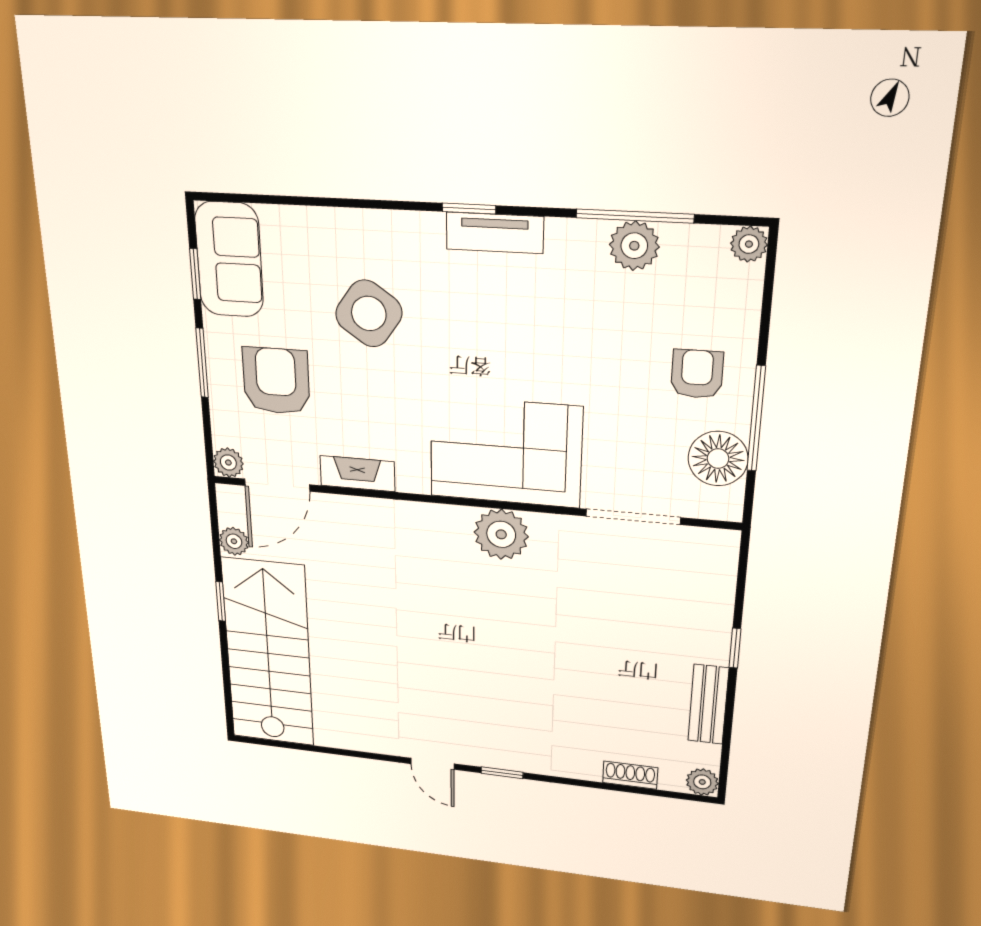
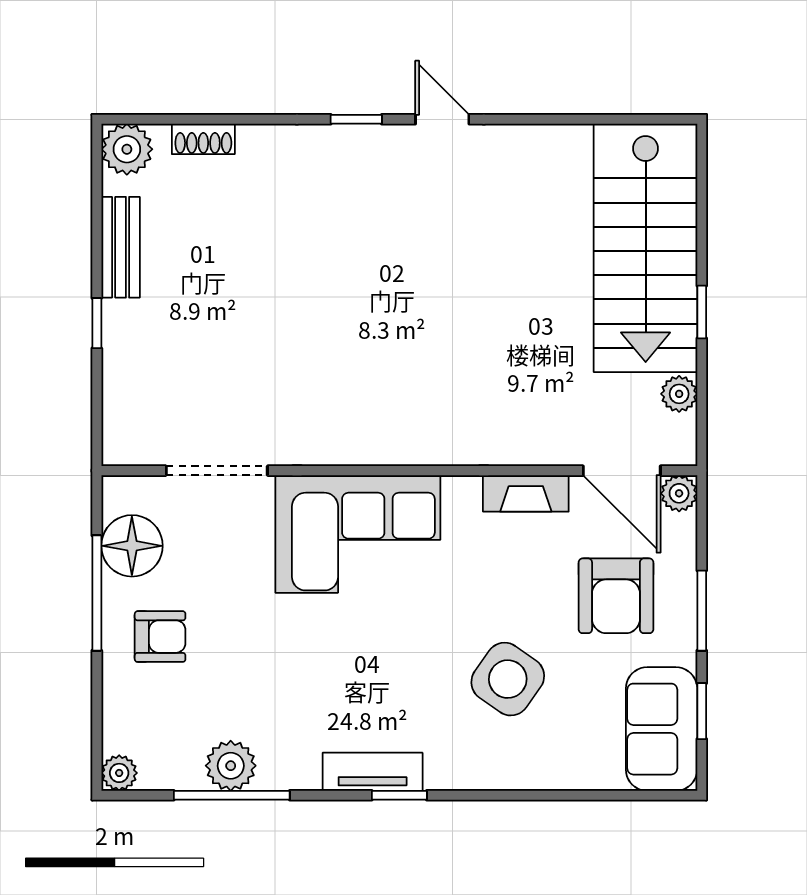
armchair: (697, 374) -> (160, 637), turned -90
door: (277, 485) -> (622, 471), swing flipped
plant: (501, 534) -> (361, 435), removed
plant: (702, 782) -> (127, 149), width x1.38, depth x1.38

